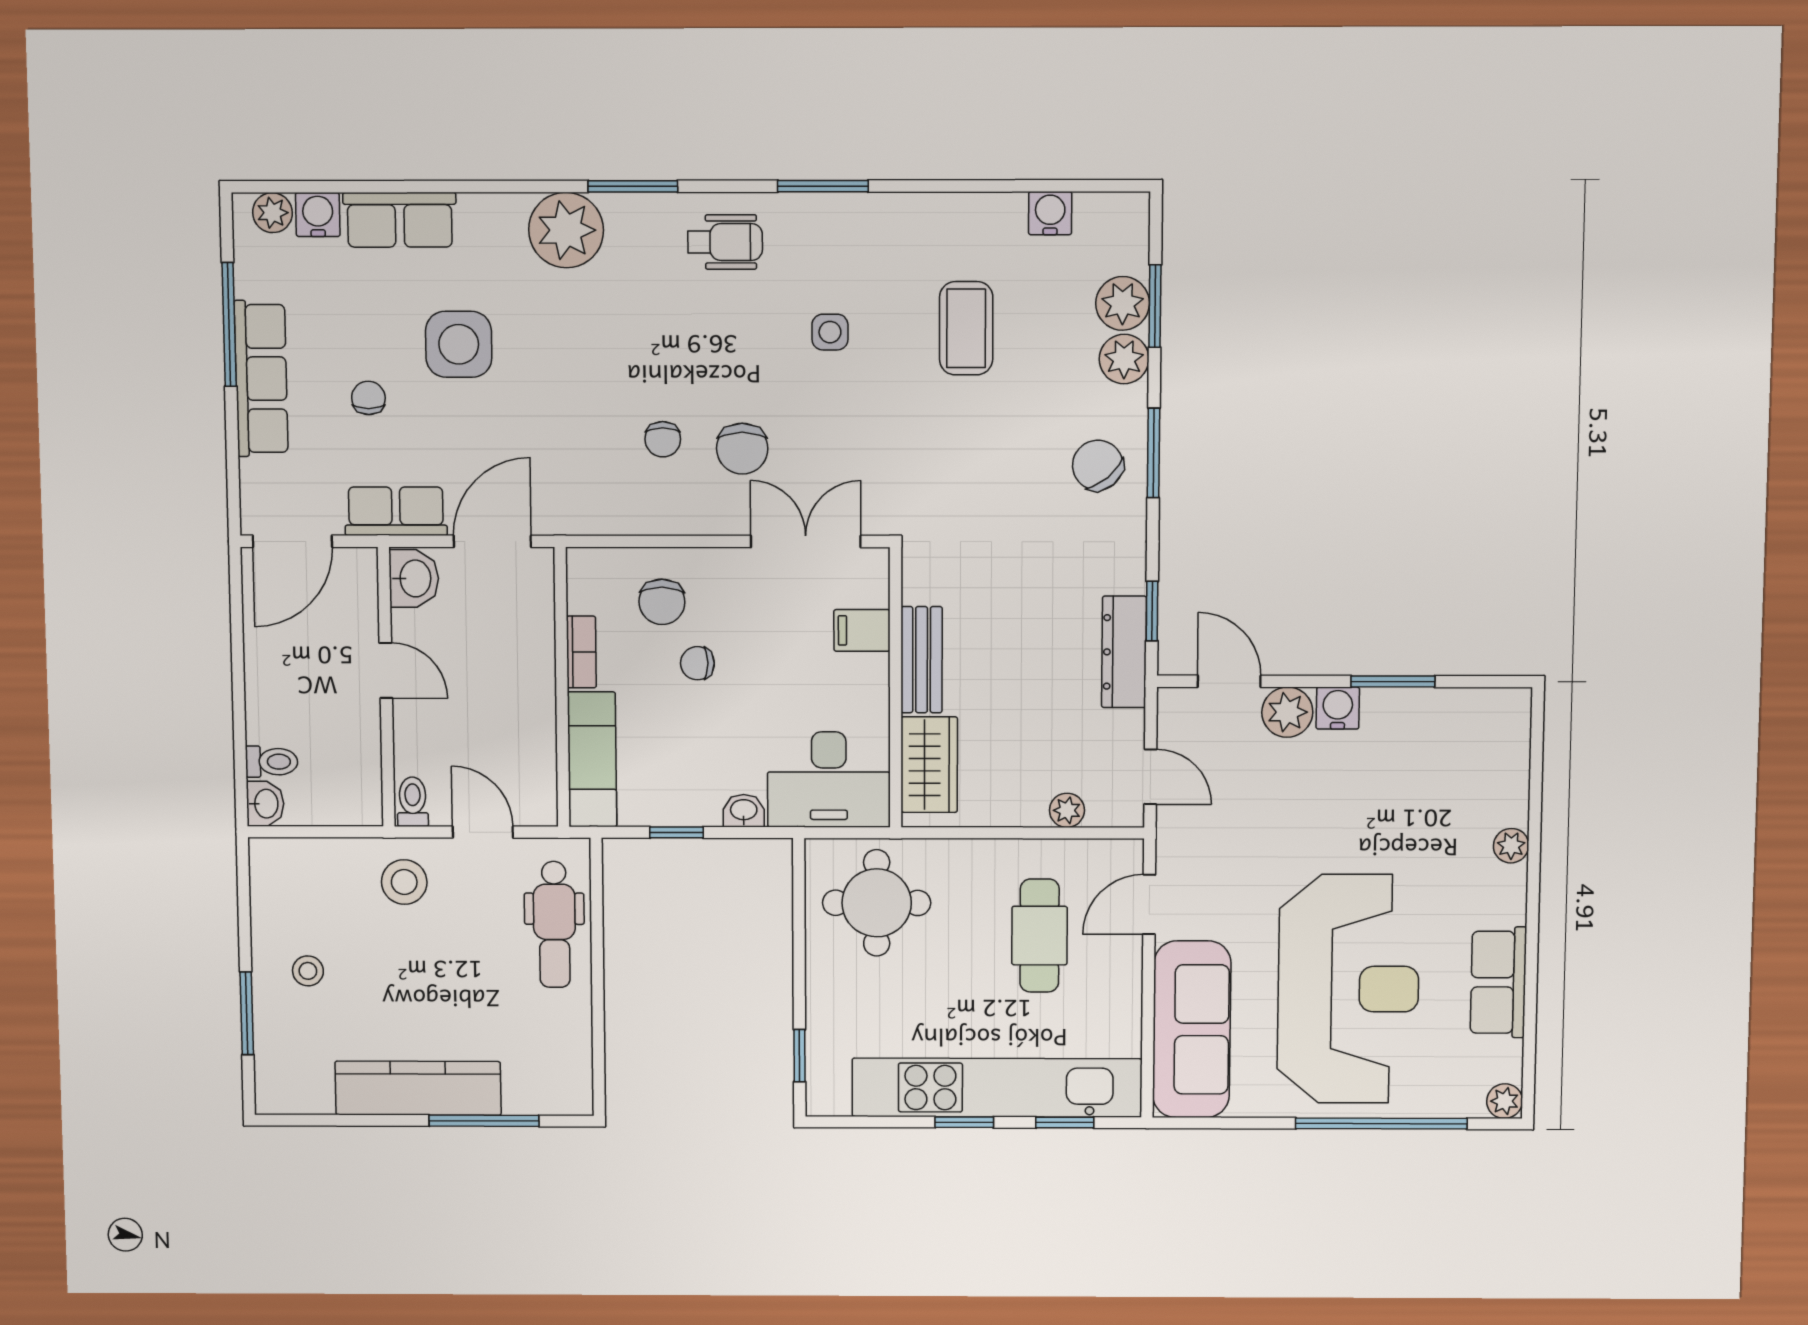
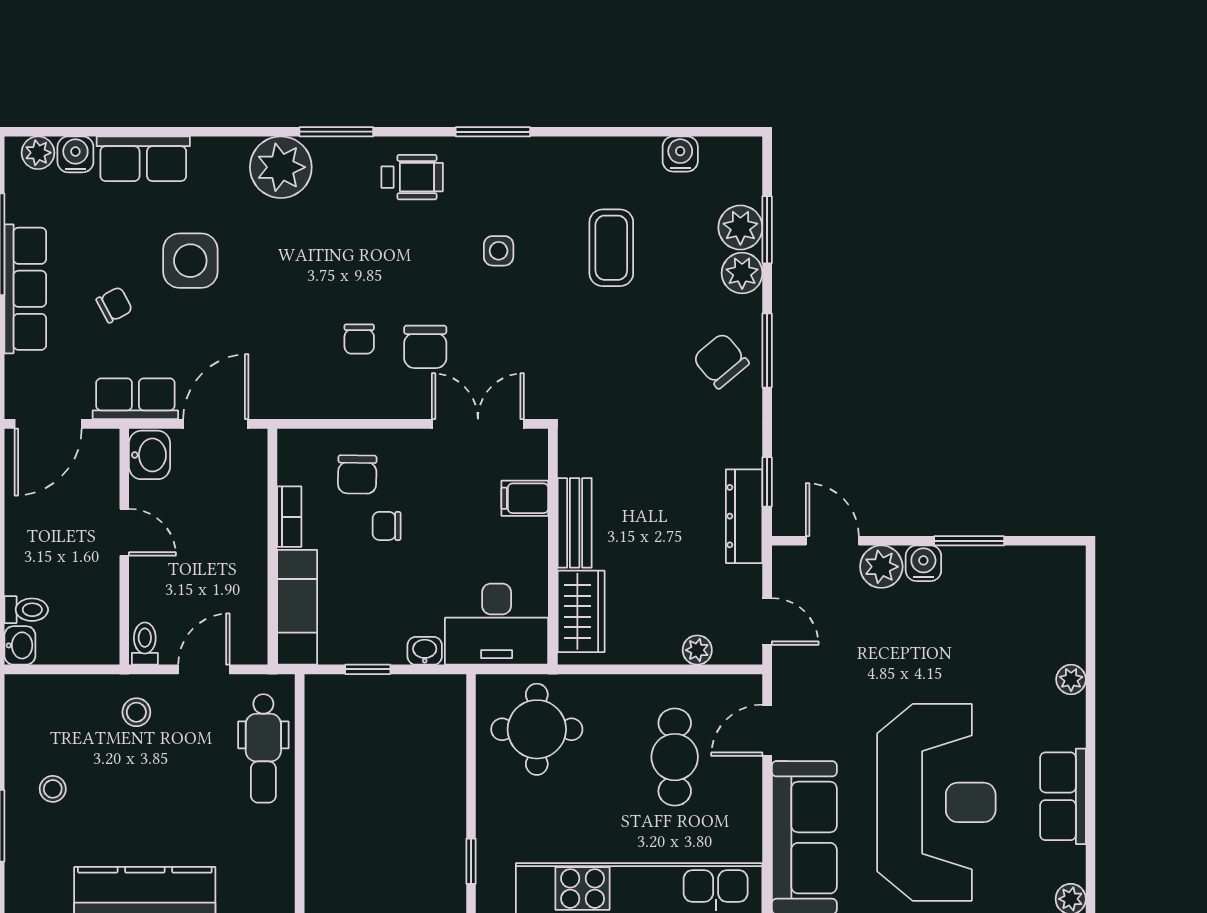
chair: (368, 398) -> (114, 305), turned 62
door: (483, 832) -> (204, 669), hinge flipped
stool: (404, 882) -> (136, 712), width x0.73, depth x0.73

